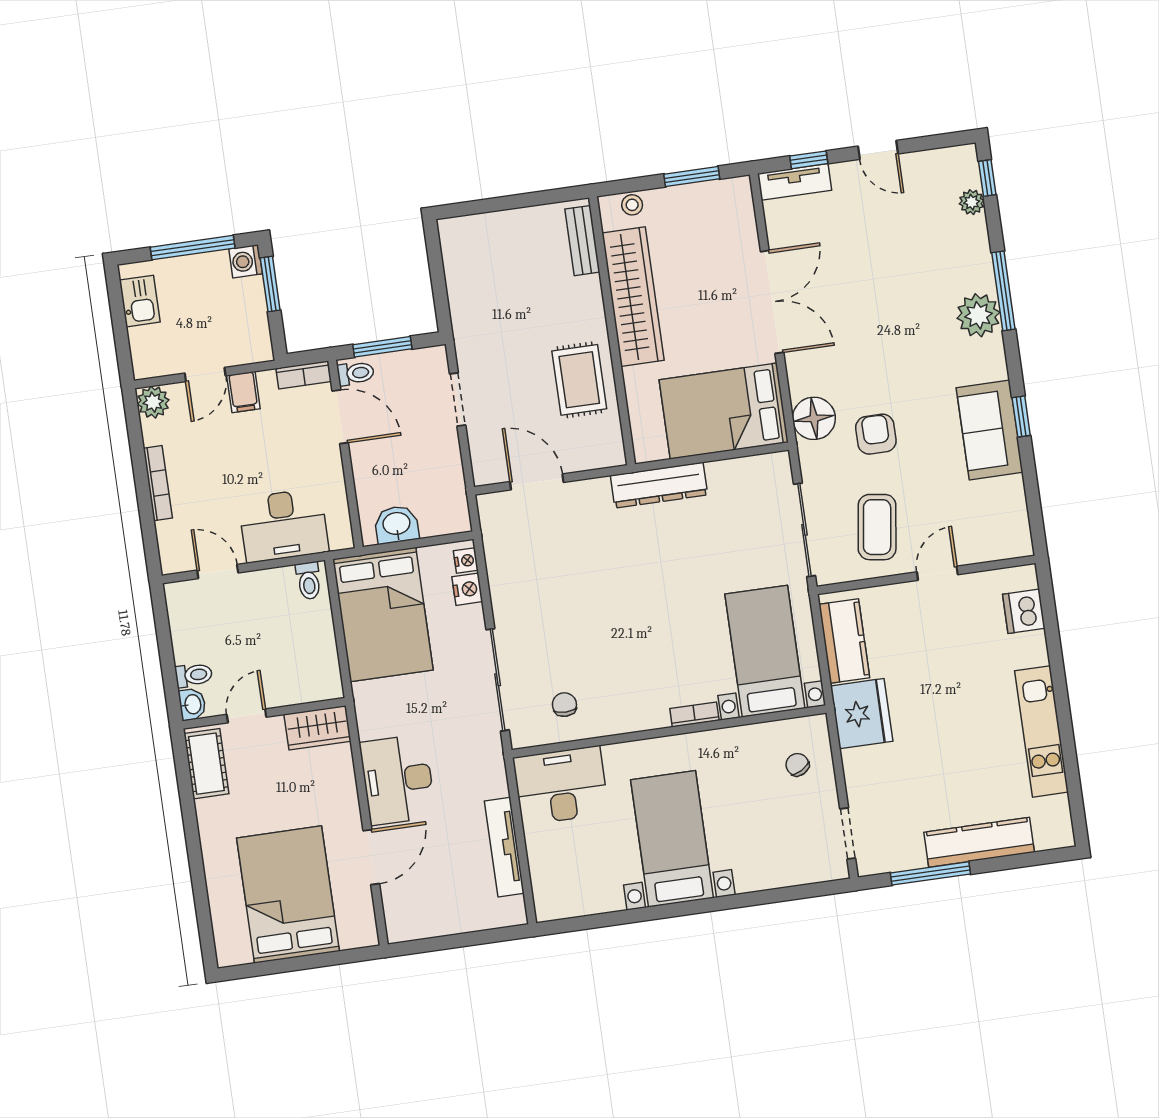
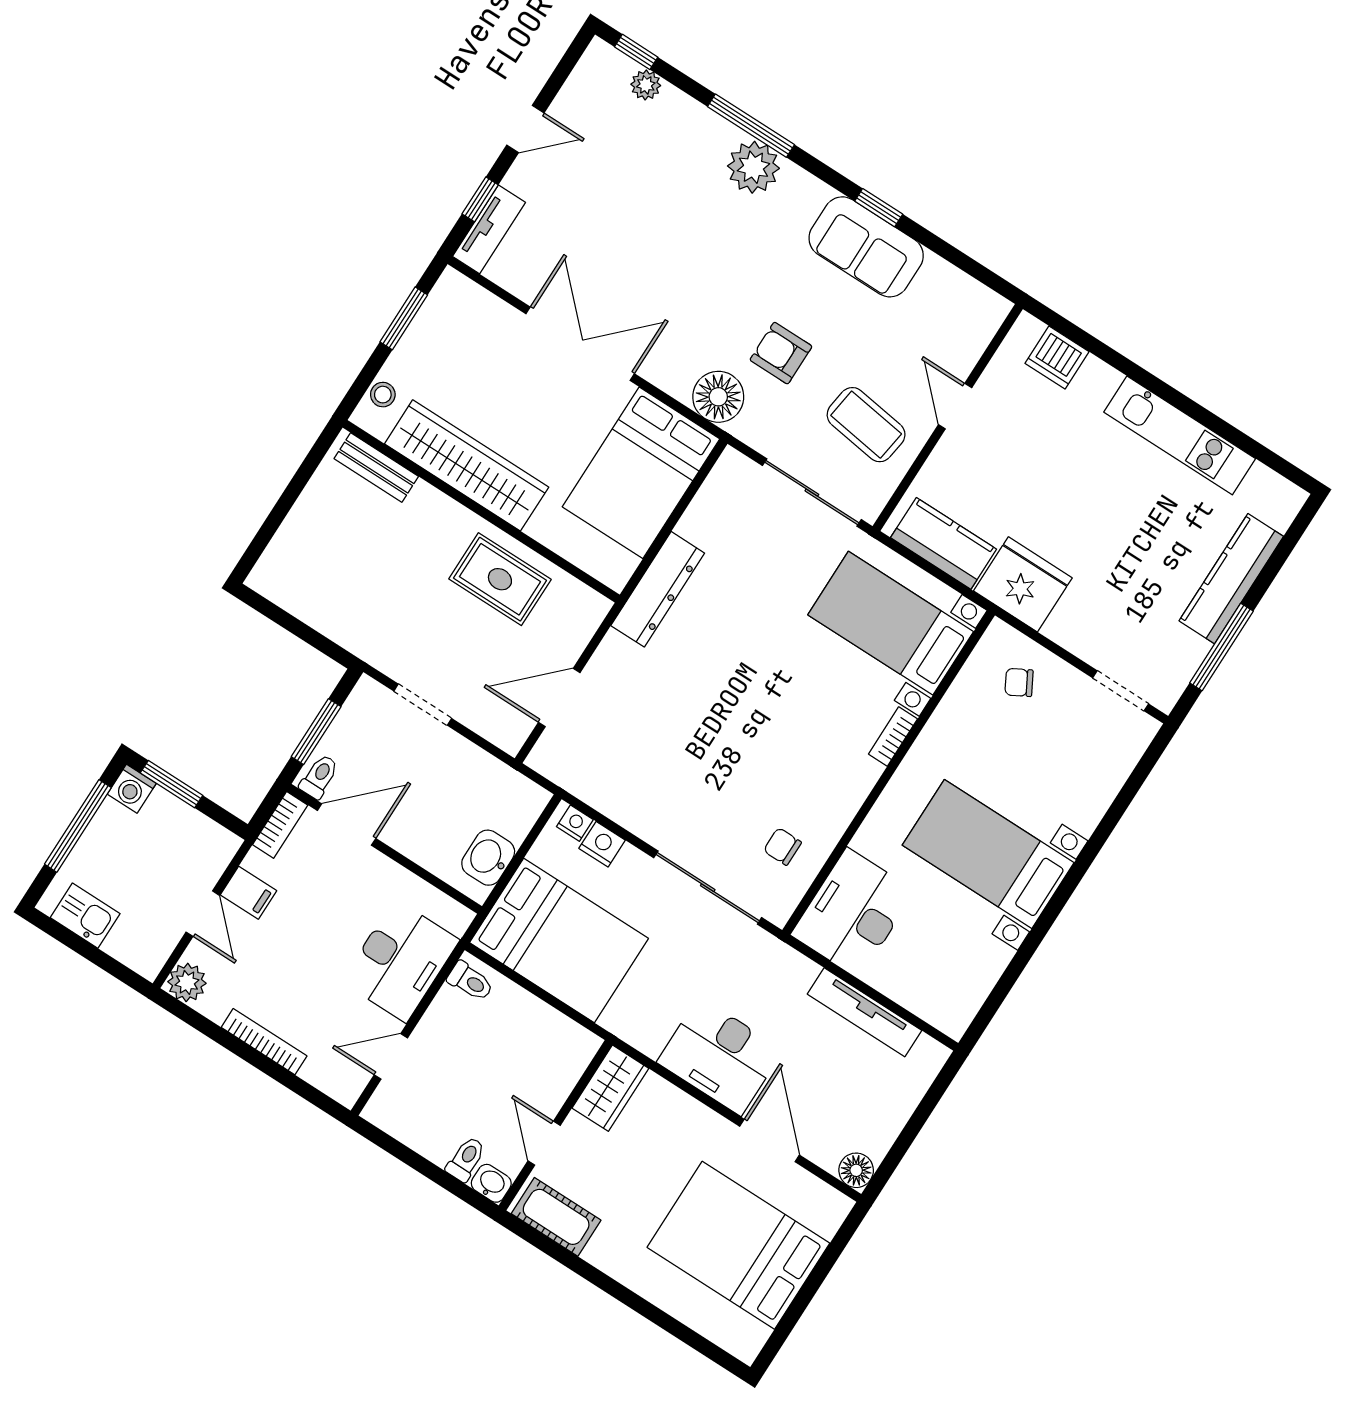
floor lamp: (400, 928) -> (856, 1170), added

